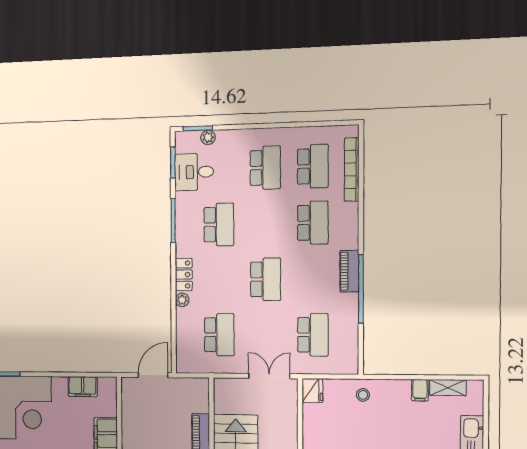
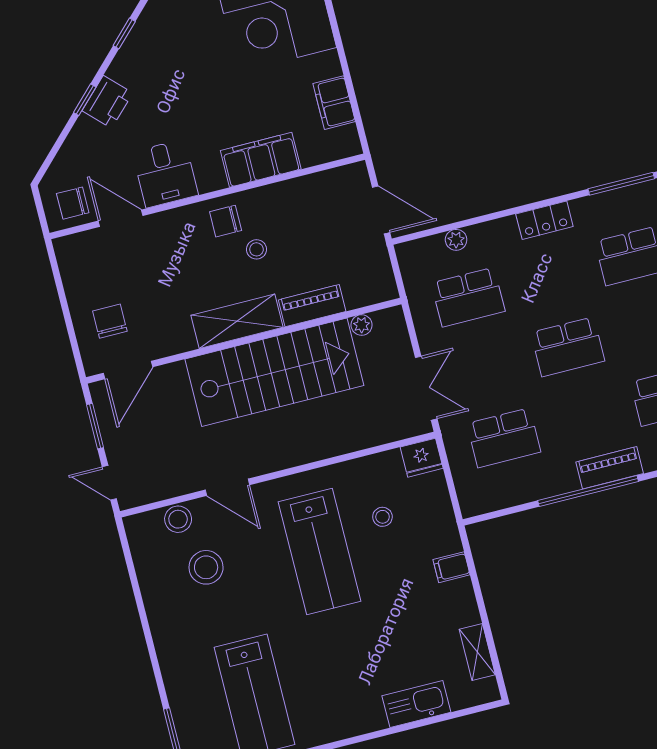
plant: (182, 300) -> (456, 240), moved
filing cabinet: (420, 390) -> (452, 567), moved
stool: (363, 395) -> (382, 517), moved
plant: (220, 406) -> (362, 325), added

